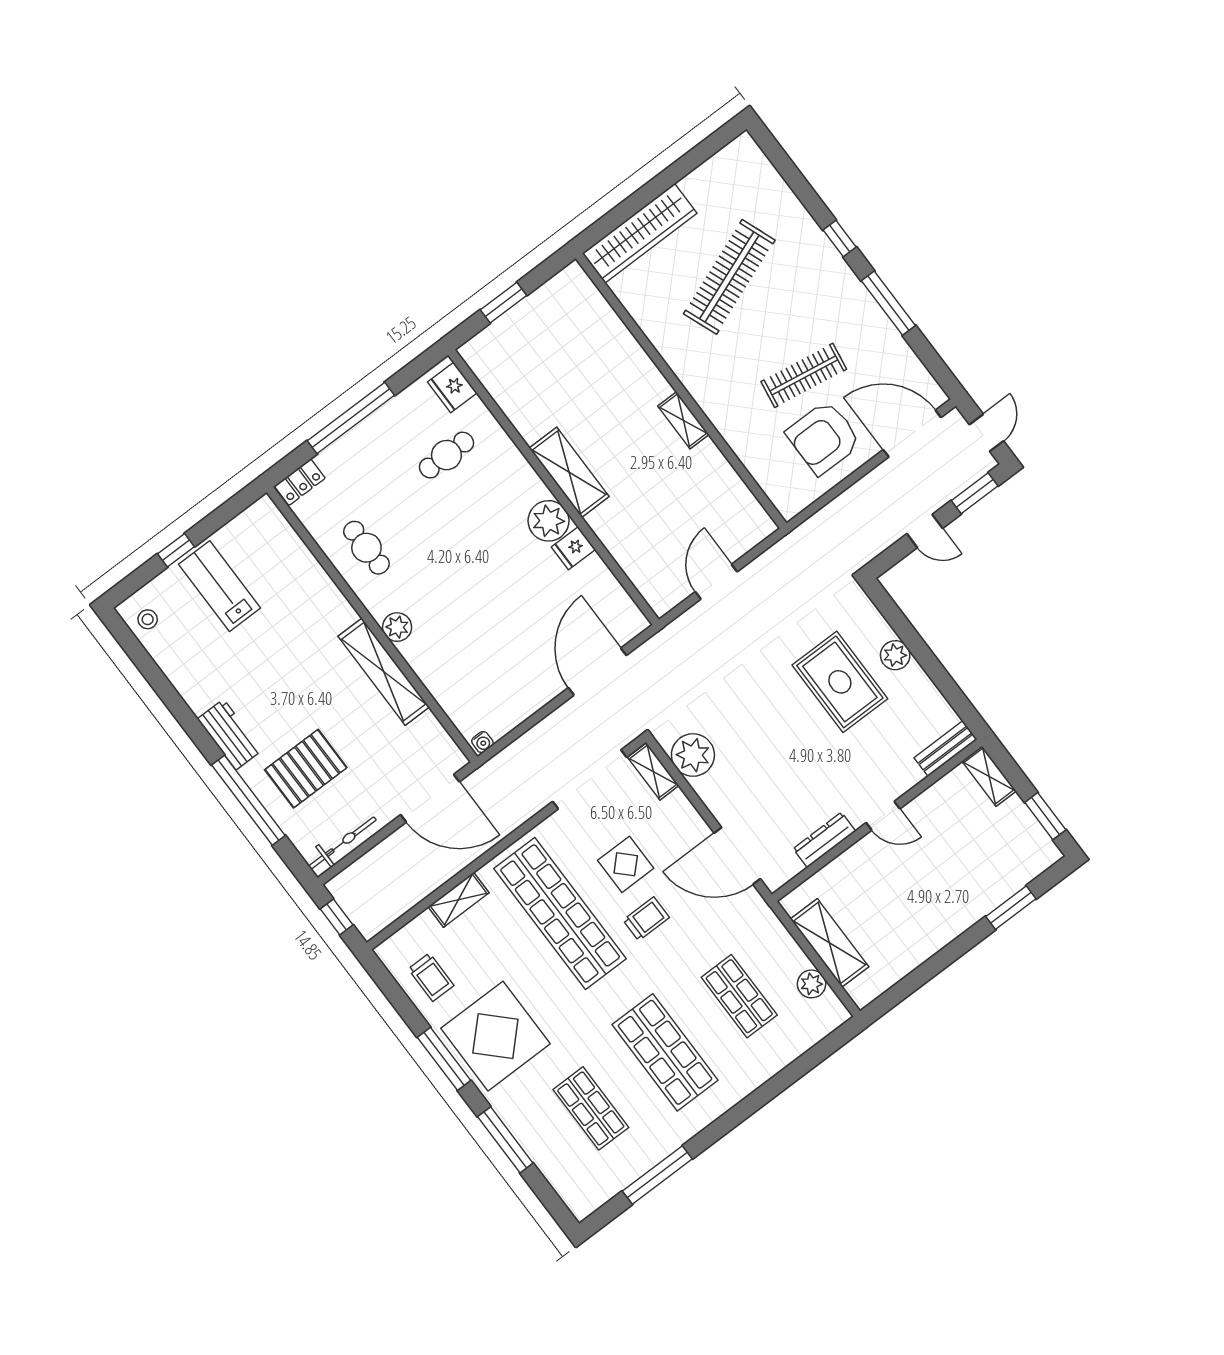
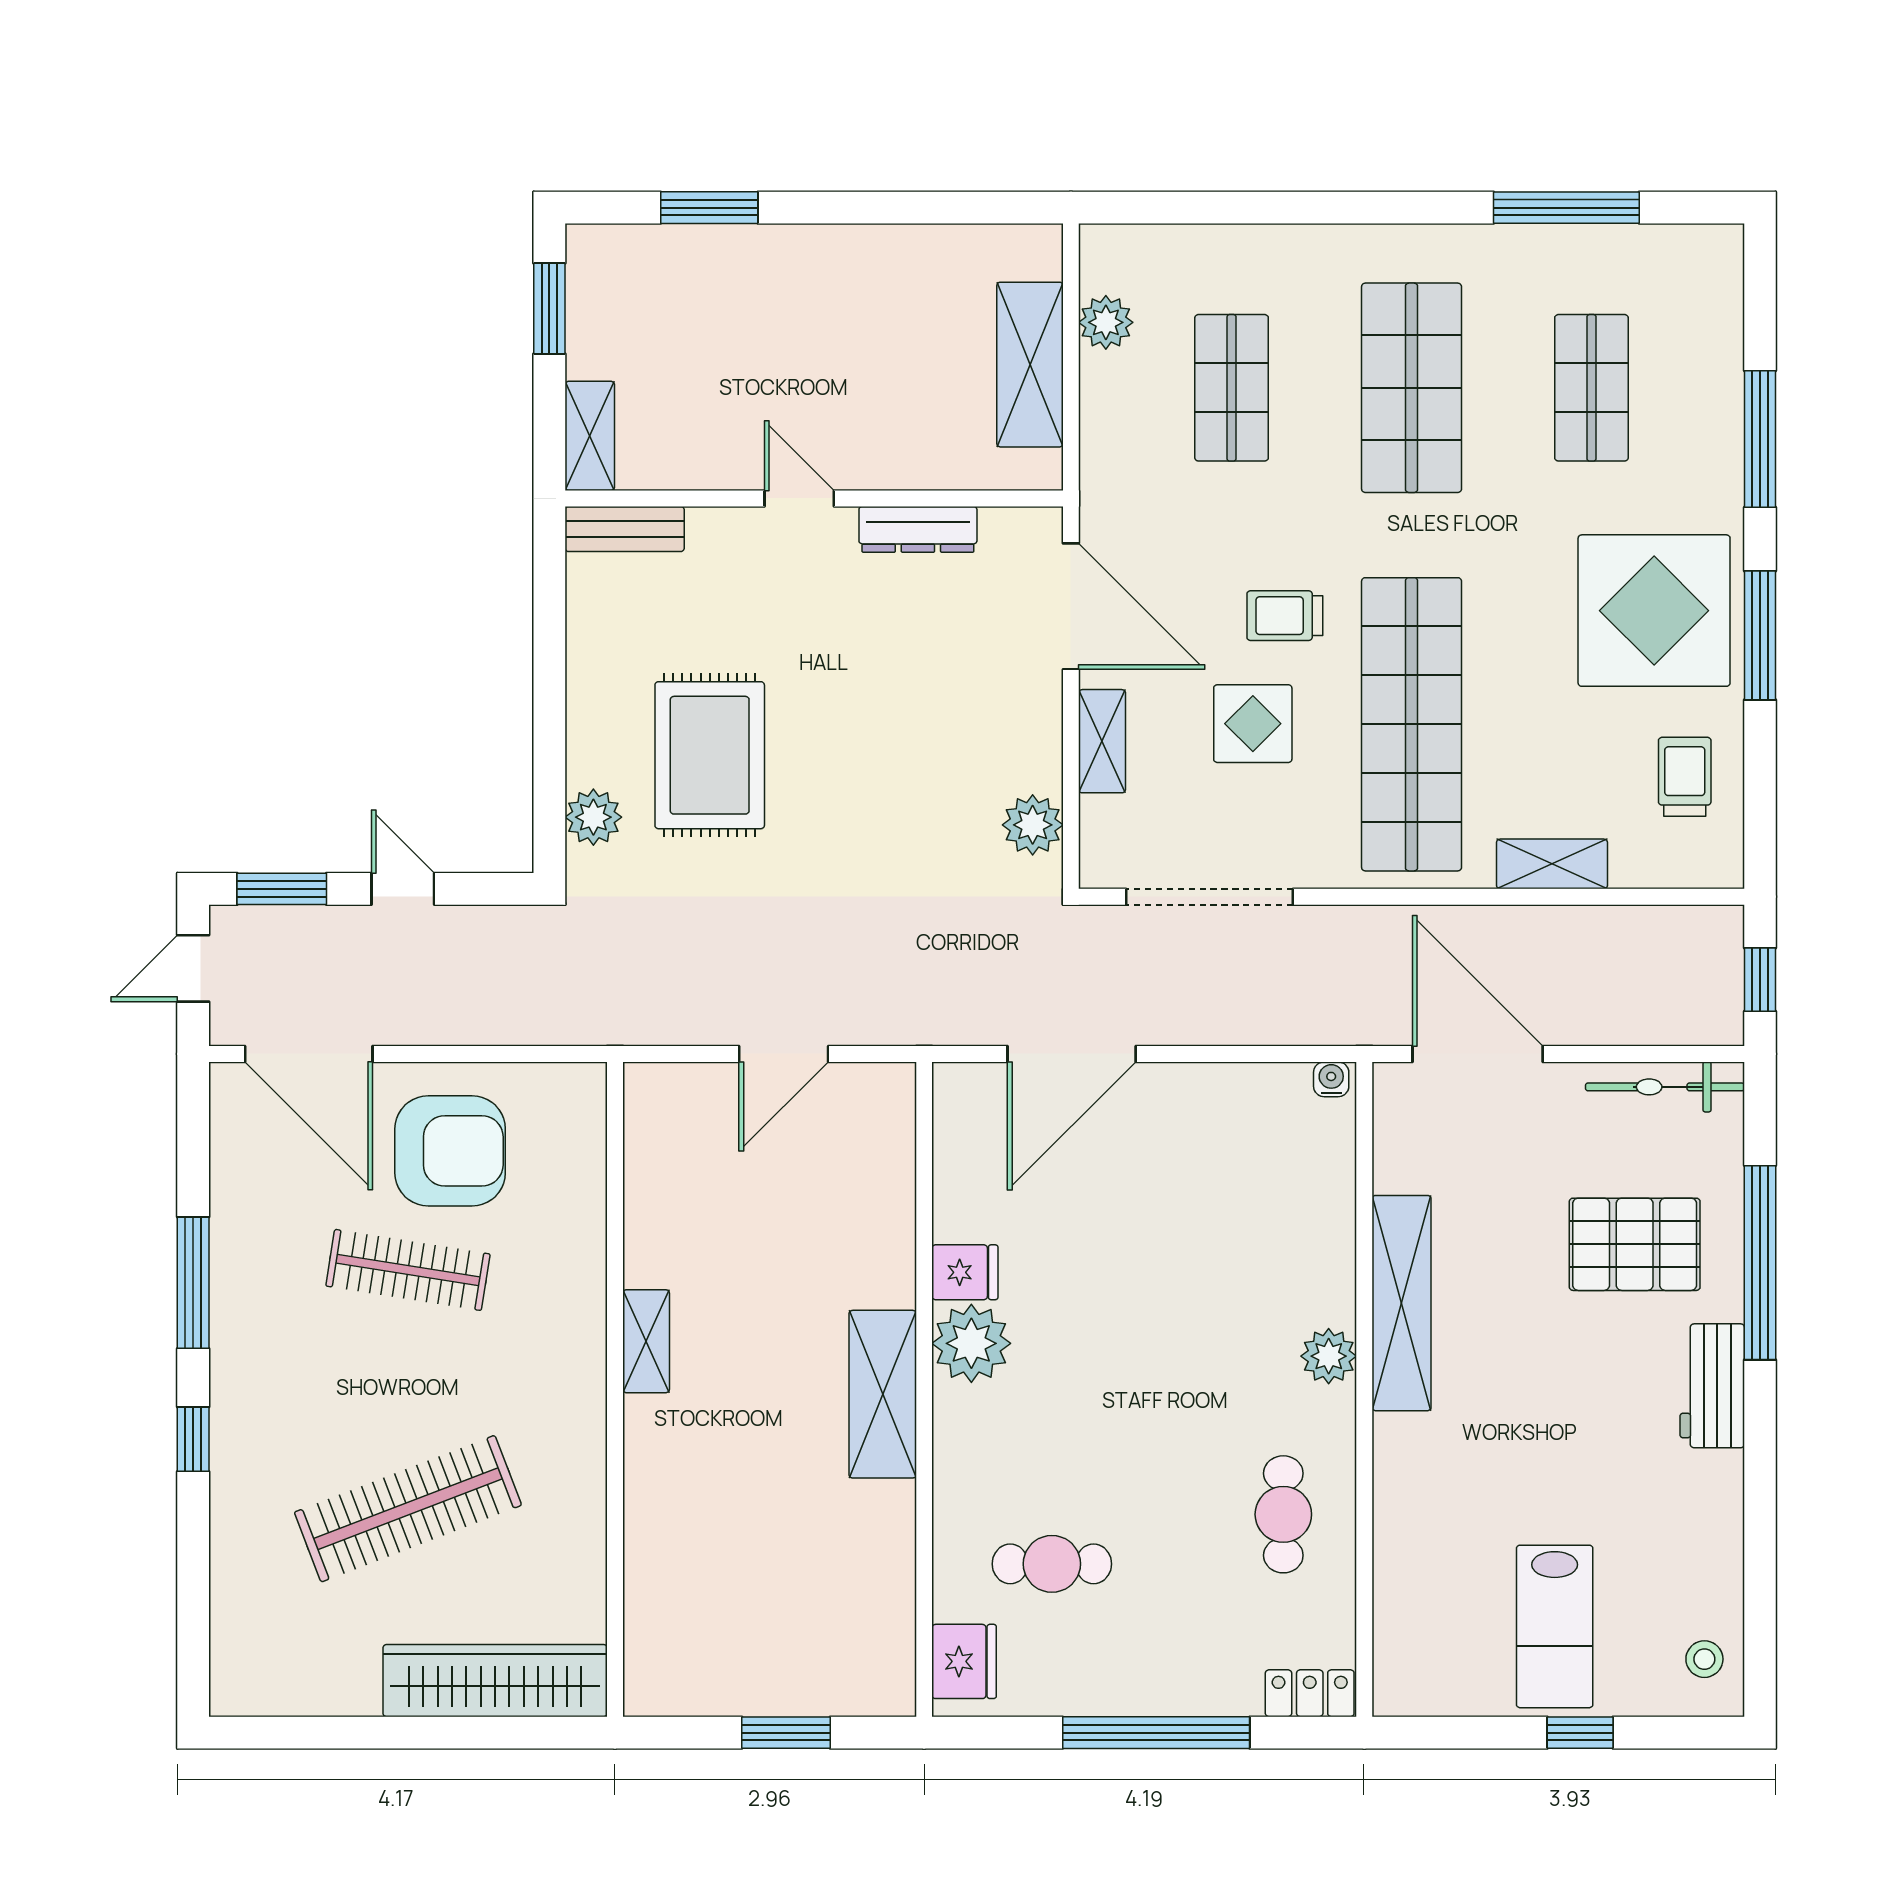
plant: (895, 655) -> (593, 817), moved
plant: (693, 755) -> (1033, 825), width x0.73, depth x0.73
shelving: (653, 771) -> (1102, 741), moved

